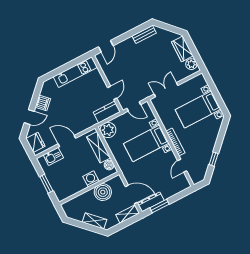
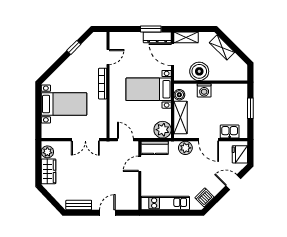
door: (106, 46) -> (107, 213), moved
dishwasher: (43, 103) -> (205, 197), moved
plant: (82, 125) -> (185, 148), added
bed with nightstands: (146, 143) -> (149, 89), moved, turned 180

